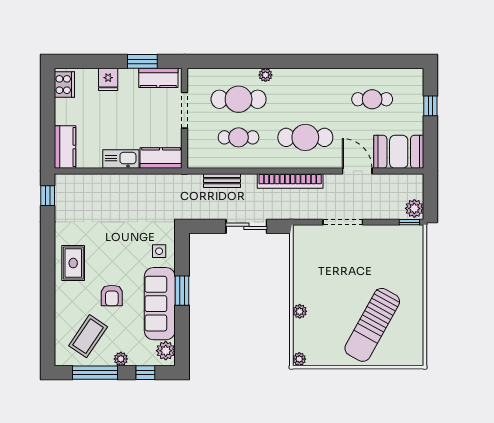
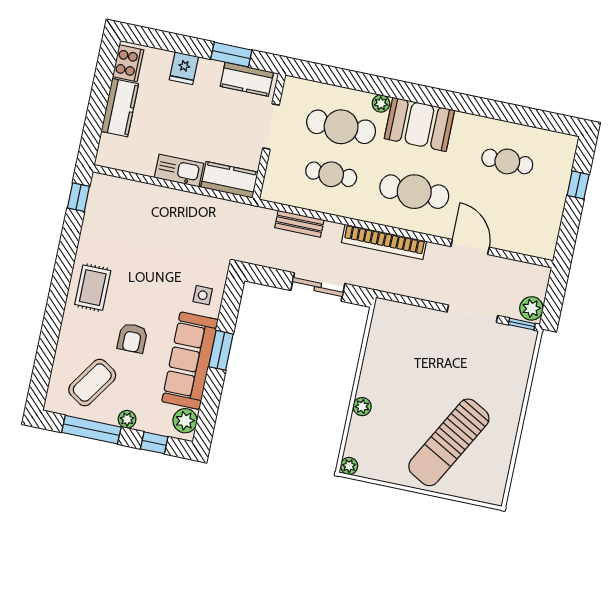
kitchen counter: (65, 147) -> (120, 108), moved
booth: (399, 152) -> (419, 124), moved
doorway: (343, 222) -> (472, 314), moved

